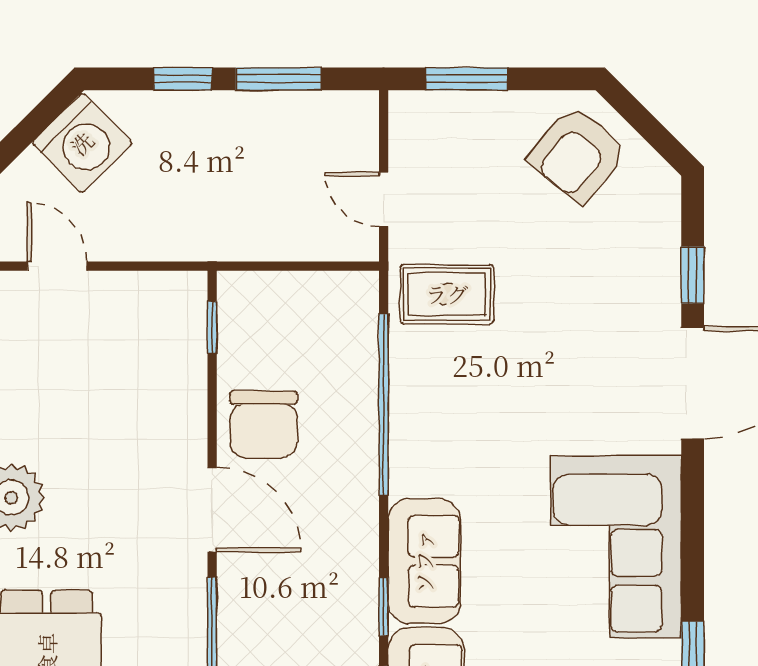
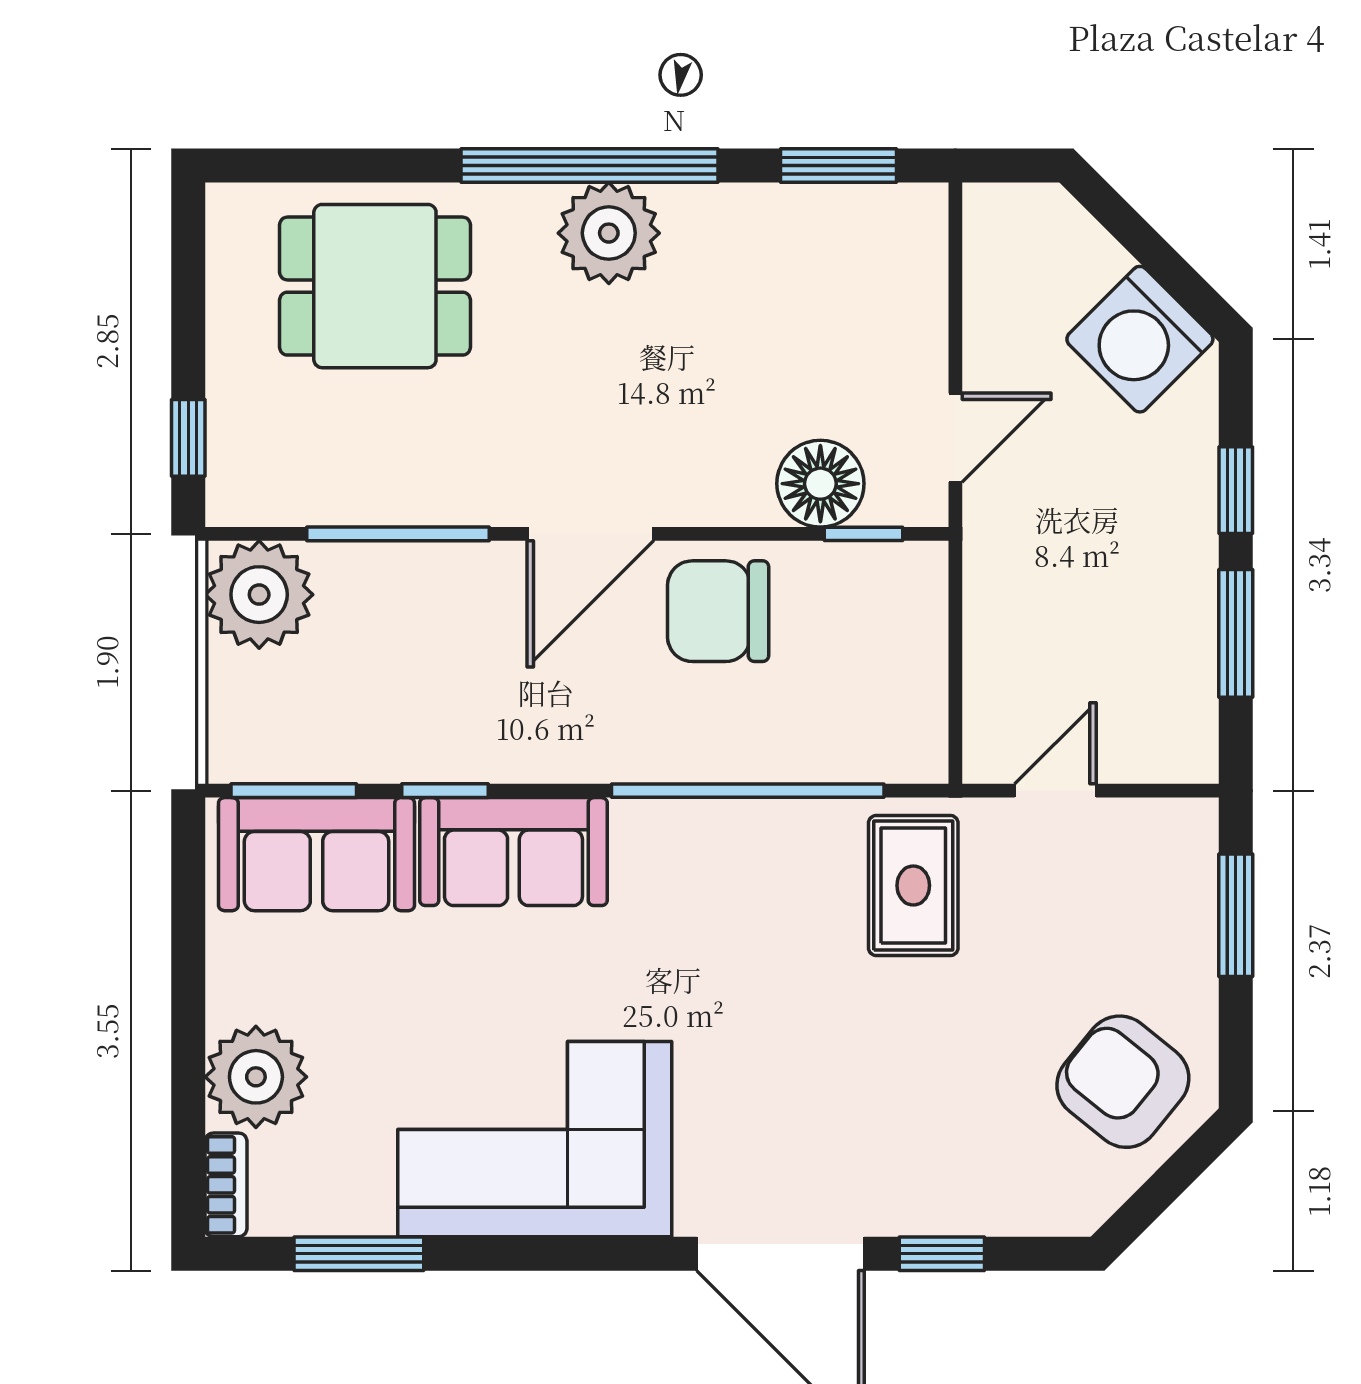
door: (57, 266) -> (955, 438), moved
floor lamp: (179, 356) -> (820, 484), added

